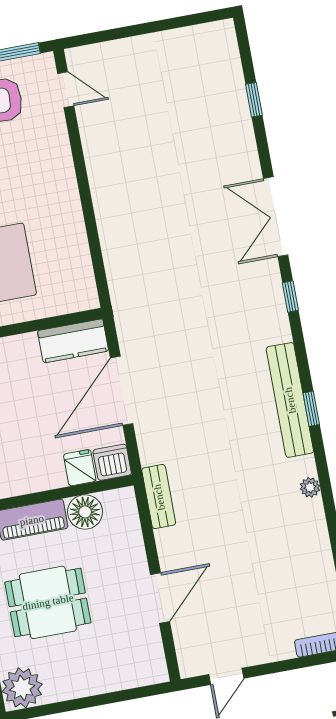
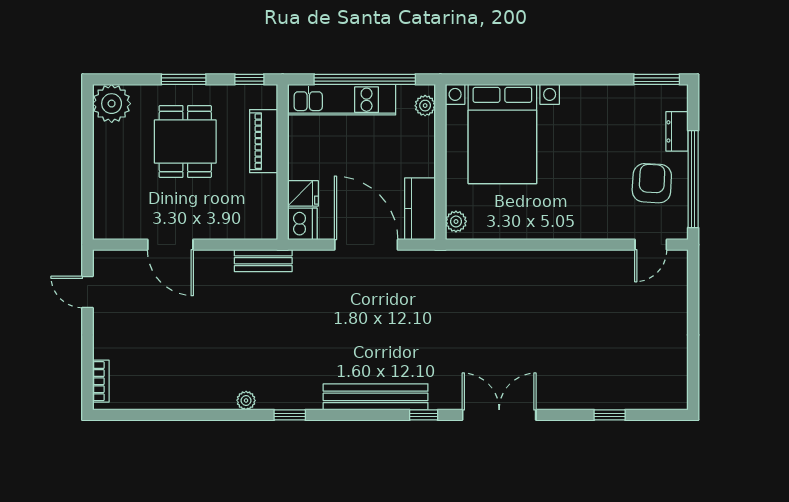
plant: (79, 300) -> (456, 221), added
bench: (290, 400) -> (376, 397), moved
window: (311, 409) -> (290, 415), moved
floor lamp: (85, 512) -> (262, 191), removed

